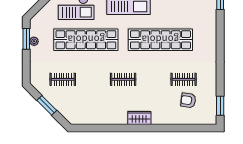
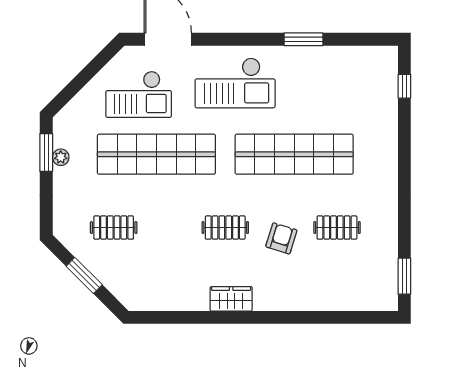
armchair: (188, 100) -> (281, 238), moved, turned 99
wardrobe: (139, 118) -> (231, 299), moved

